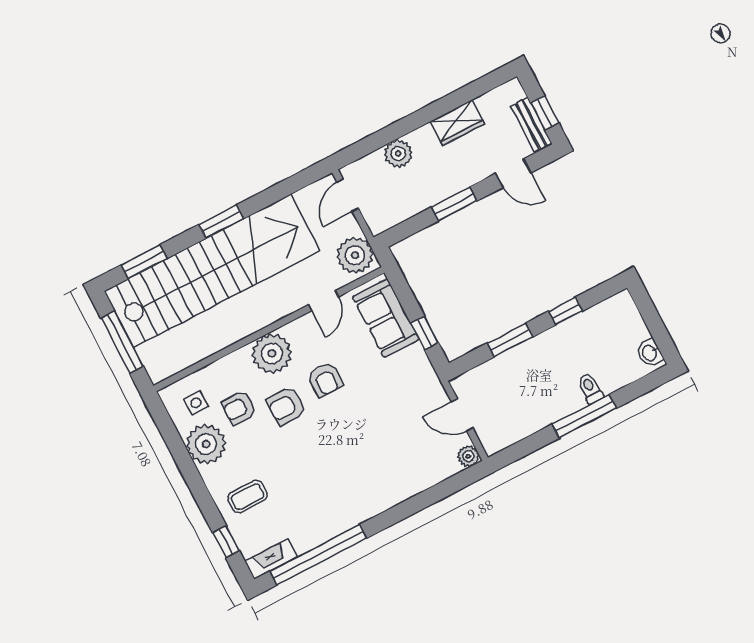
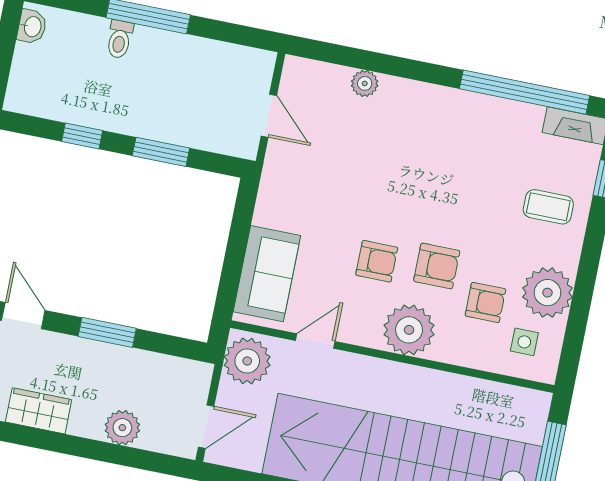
window: (425, 333) -> (240, 228), removed
armchair: (325, 379) -> (377, 261), turned 90
plant: (468, 456) -> (365, 83), moved

